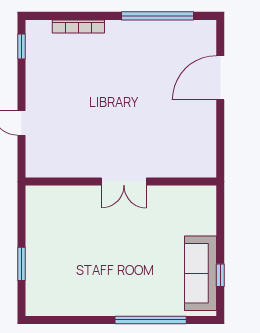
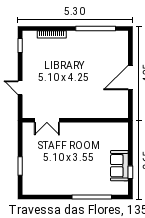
door: (220, 78) -> (130, 77), moved
double door: (124, 182) -> (47, 120), moved
sofa: (200, 273) -> (119, 166), width x0.73

